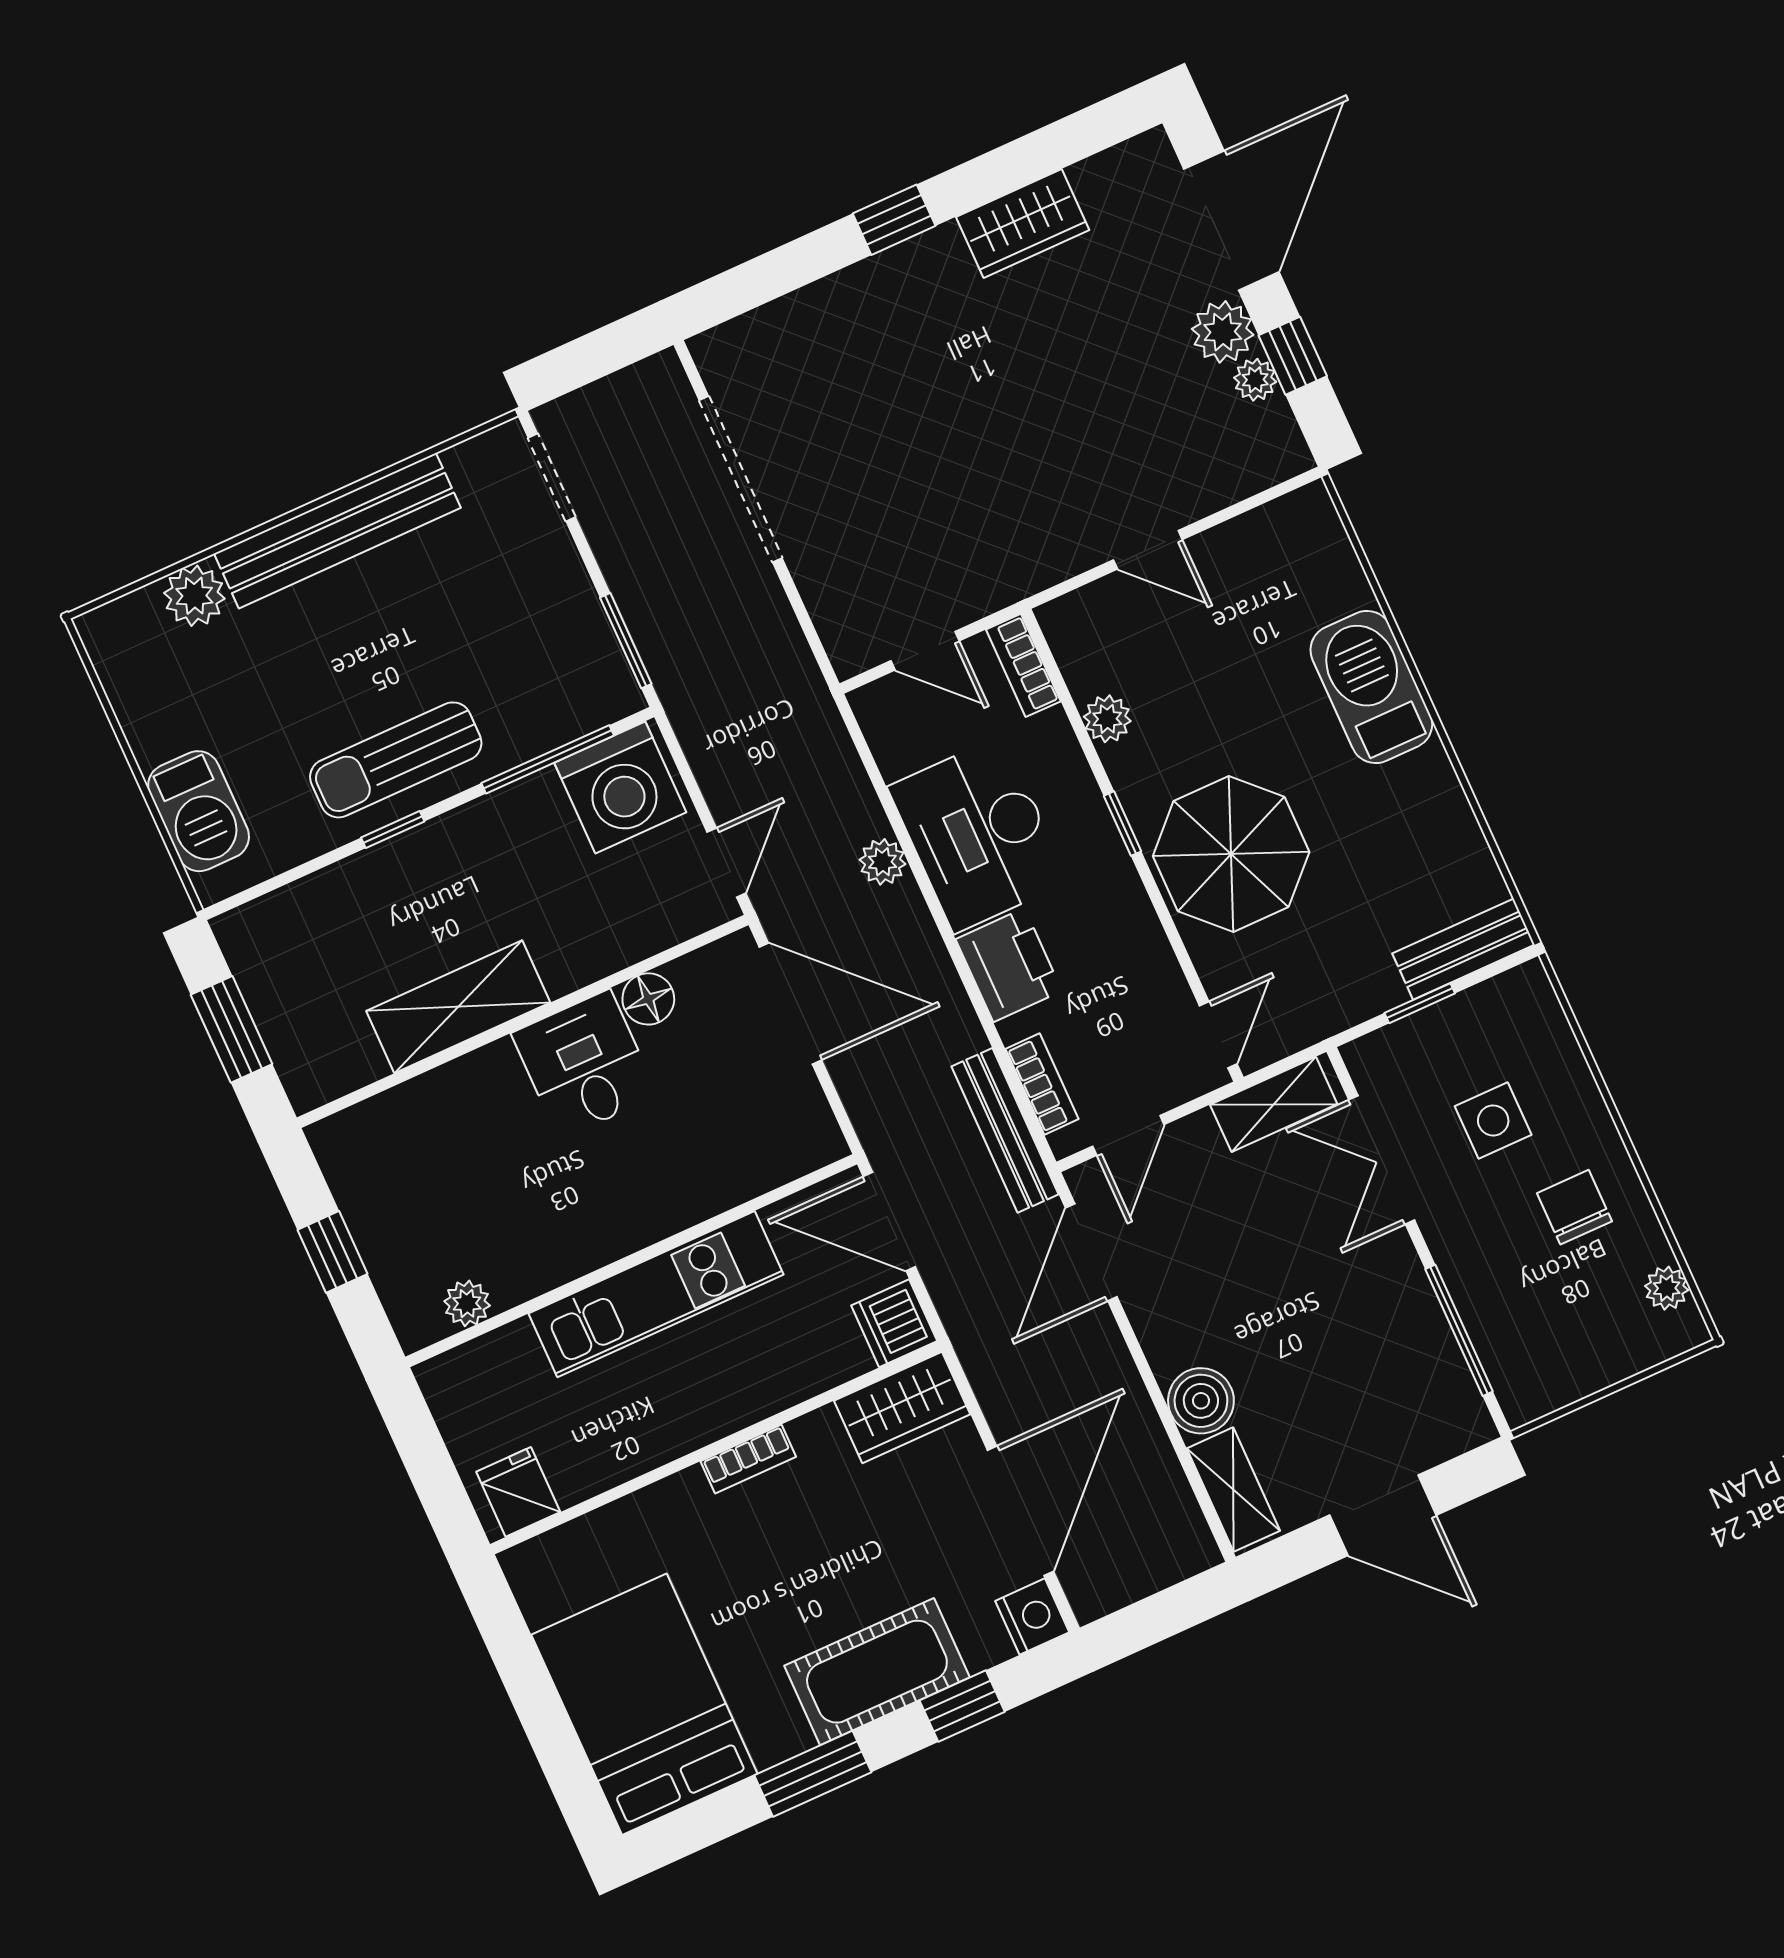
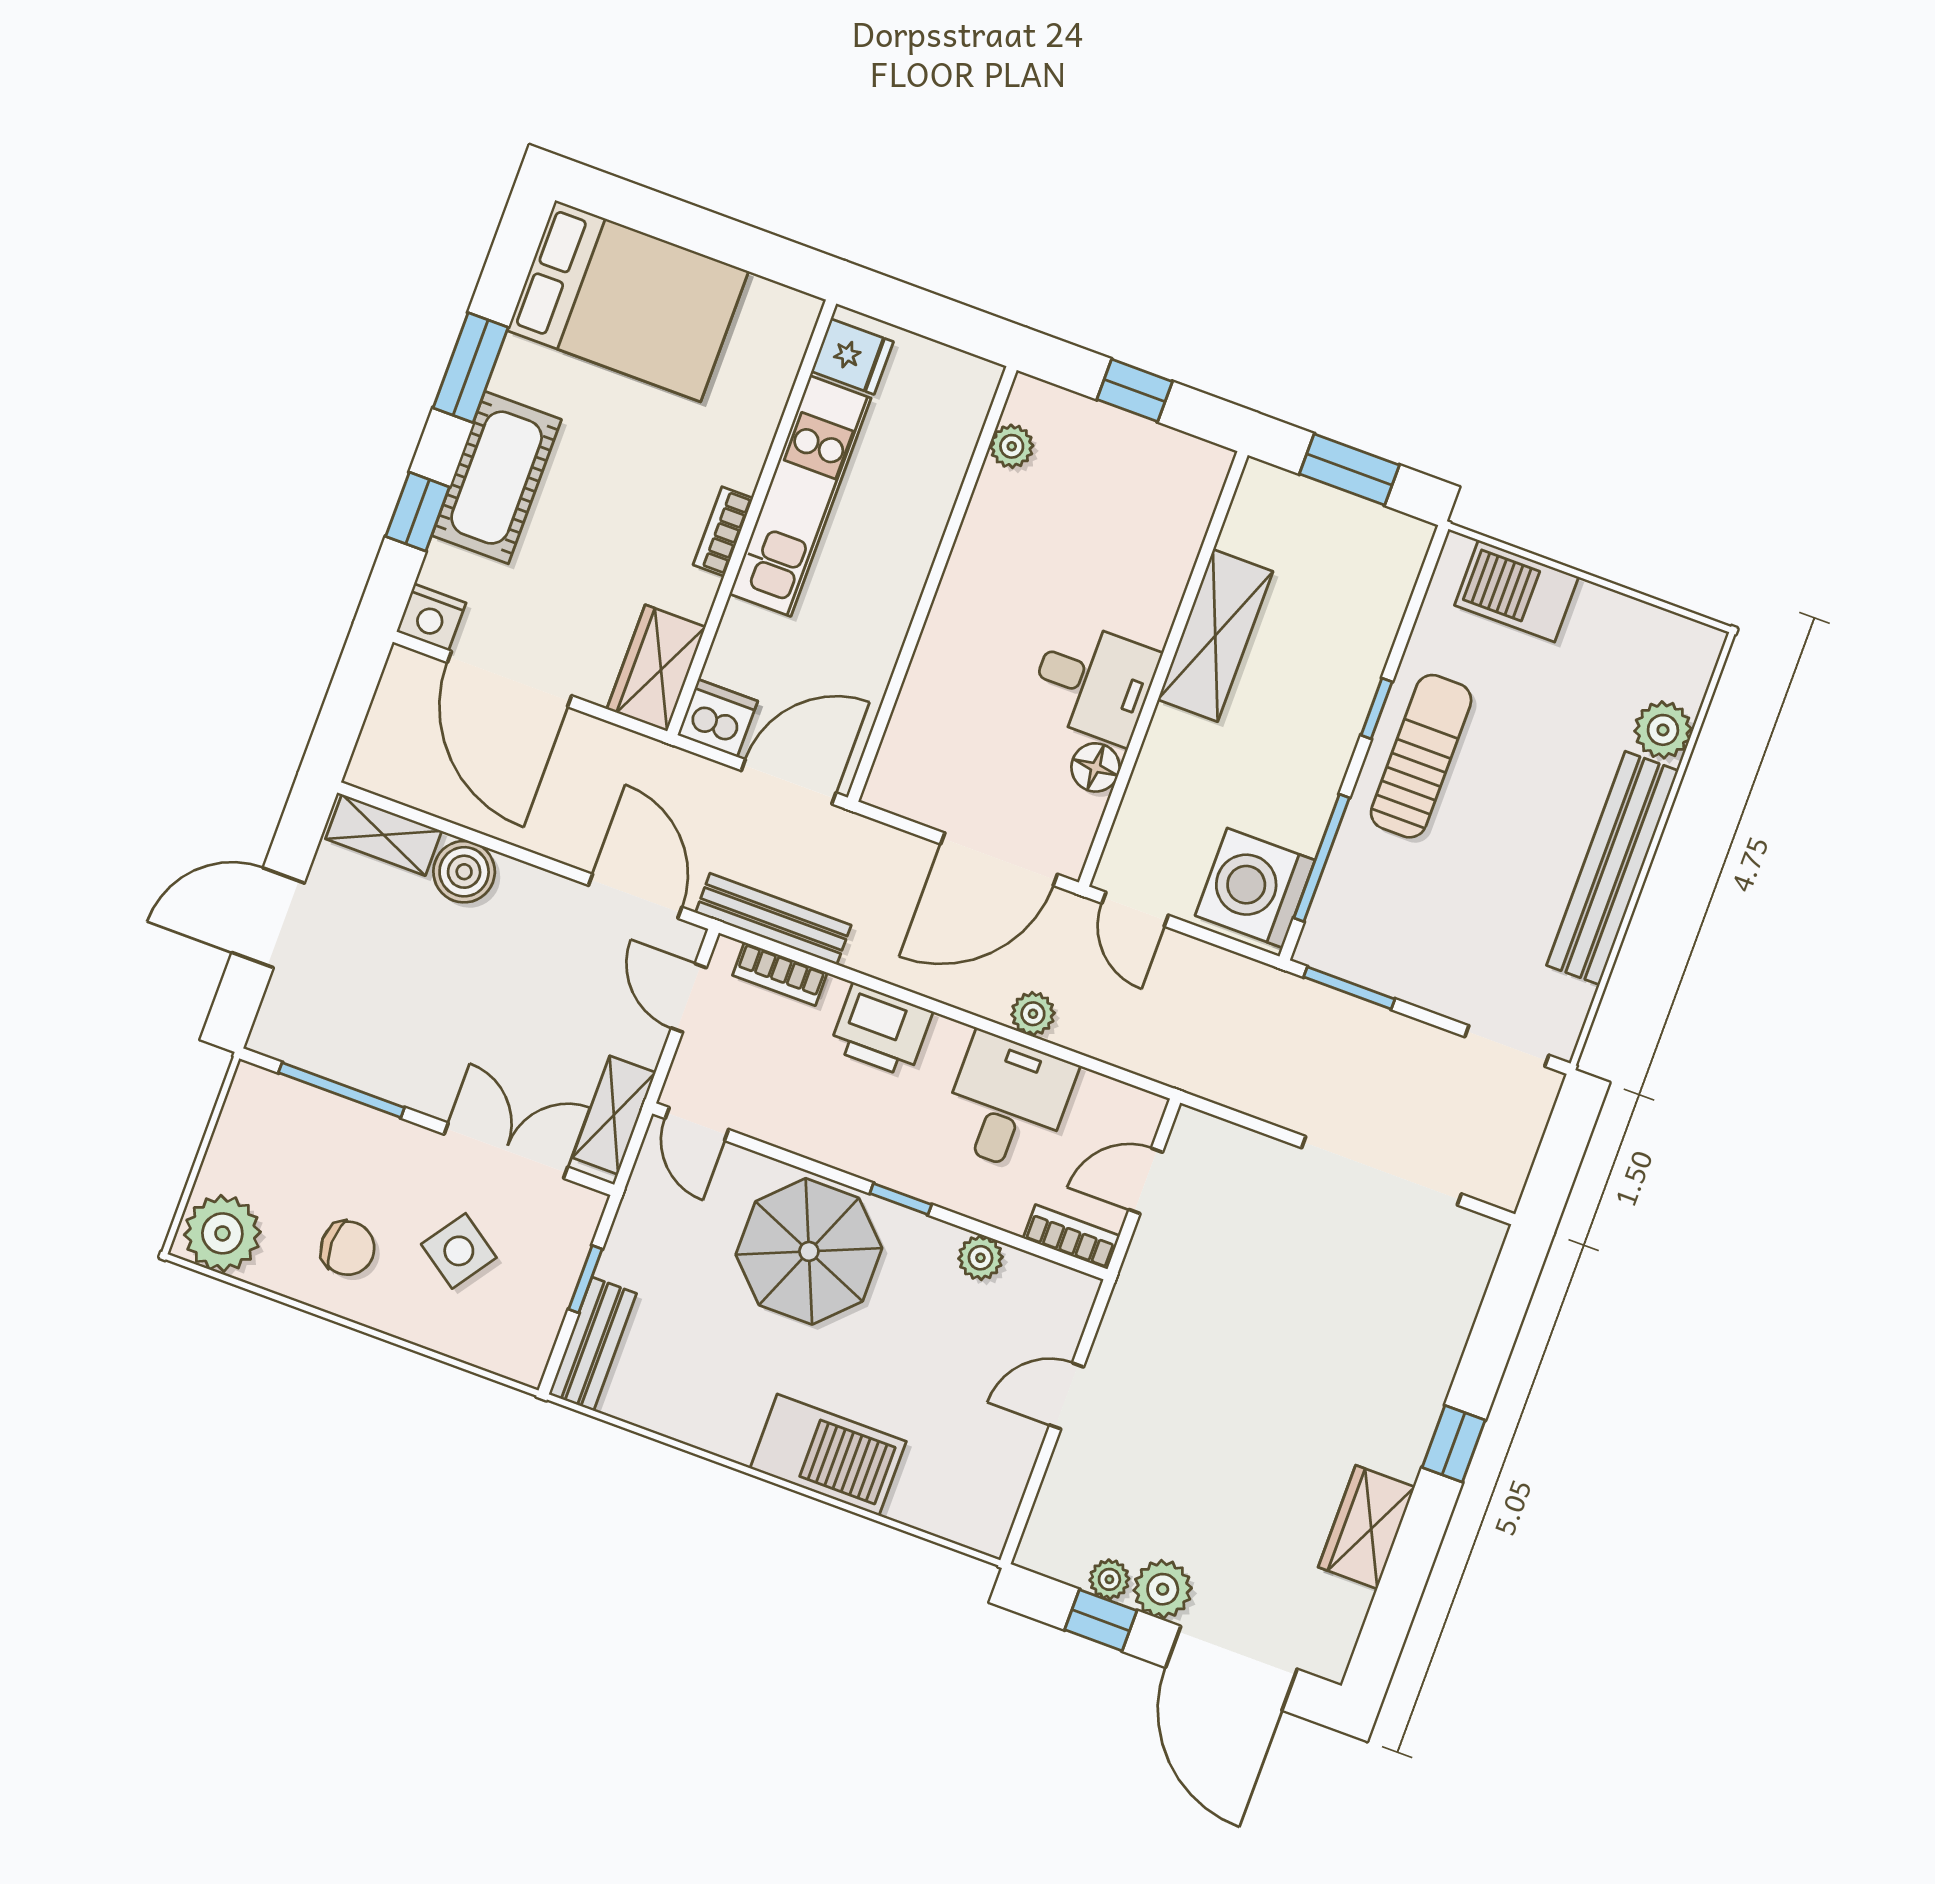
desk: (978, 834) -> (1008, 1103), width x0.73
side table: (1493, 1121) -> (459, 1251), turned 35
plant: (1667, 1288) -> (222, 1233), width x1.88, depth x1.88
kitchen unit: (656, 1294) -> (800, 496), moved, turned 180

